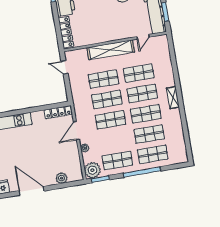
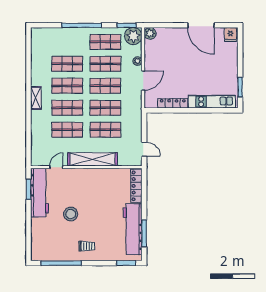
locker: (58, 112) -> (173, 103), moved
shop shelf: (153, 154) -> (105, 64), moved
plant: (62, 178) -> (150, 33), moved

